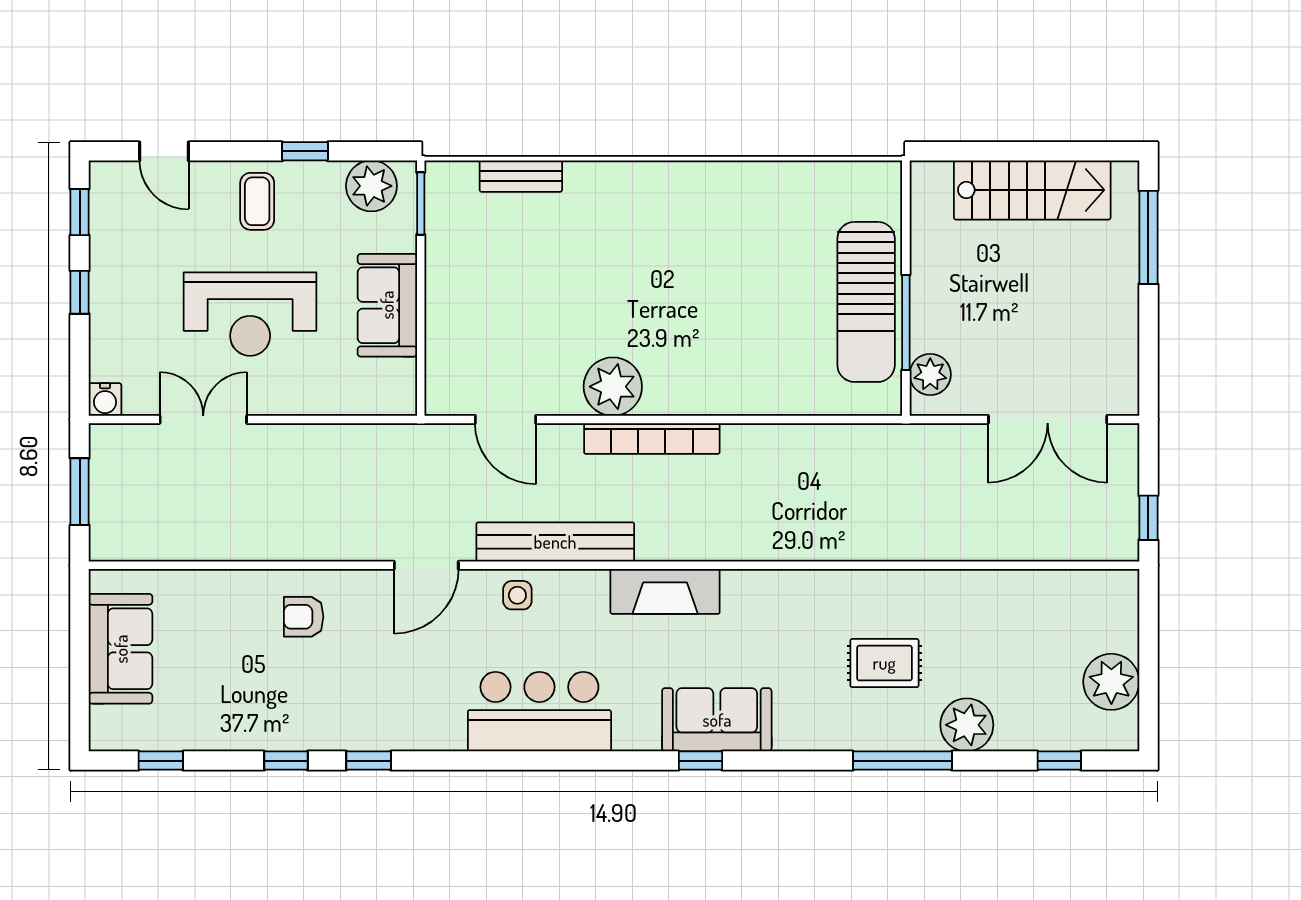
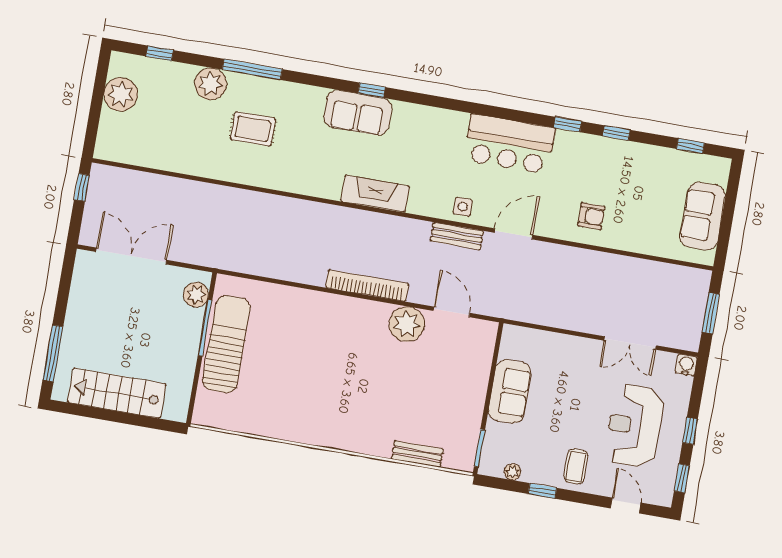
plant: (371, 186) -> (512, 472), width x0.53, depth x0.53
reception desk: (250, 314) -> (634, 426), moved, turned -90
plant: (613, 387) -> (407, 324), moved
bench: (555, 542) -> (457, 236), width x0.54, depth x0.82
bar counter: (539, 712) -> (509, 144), moved

